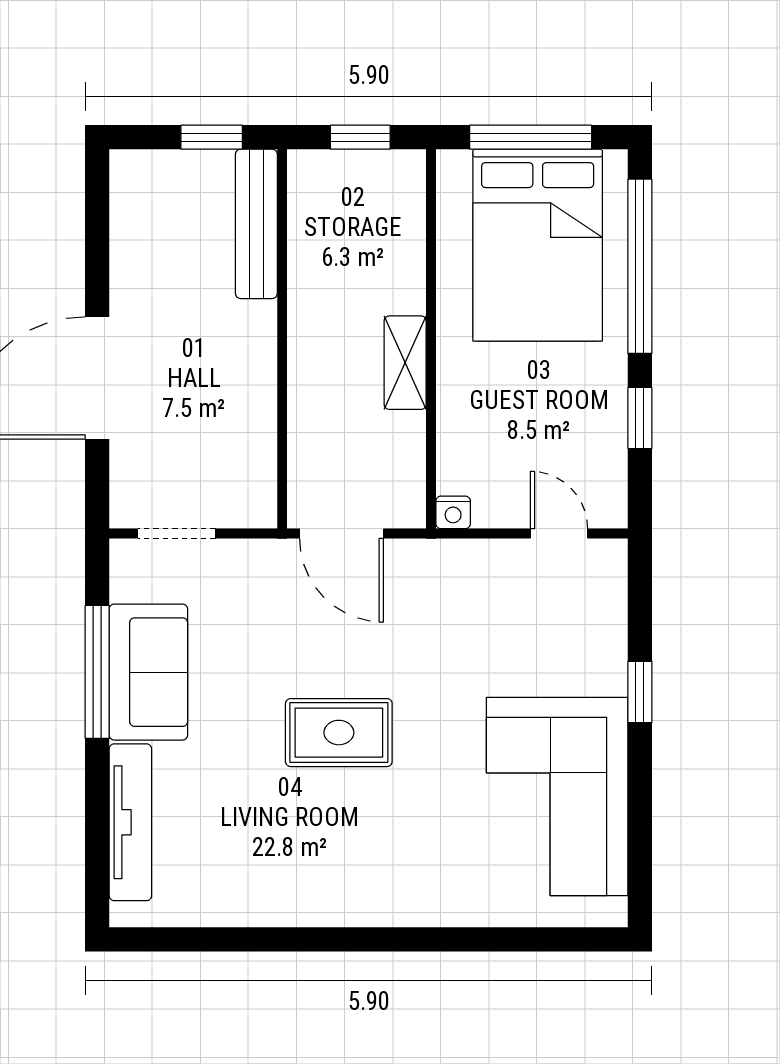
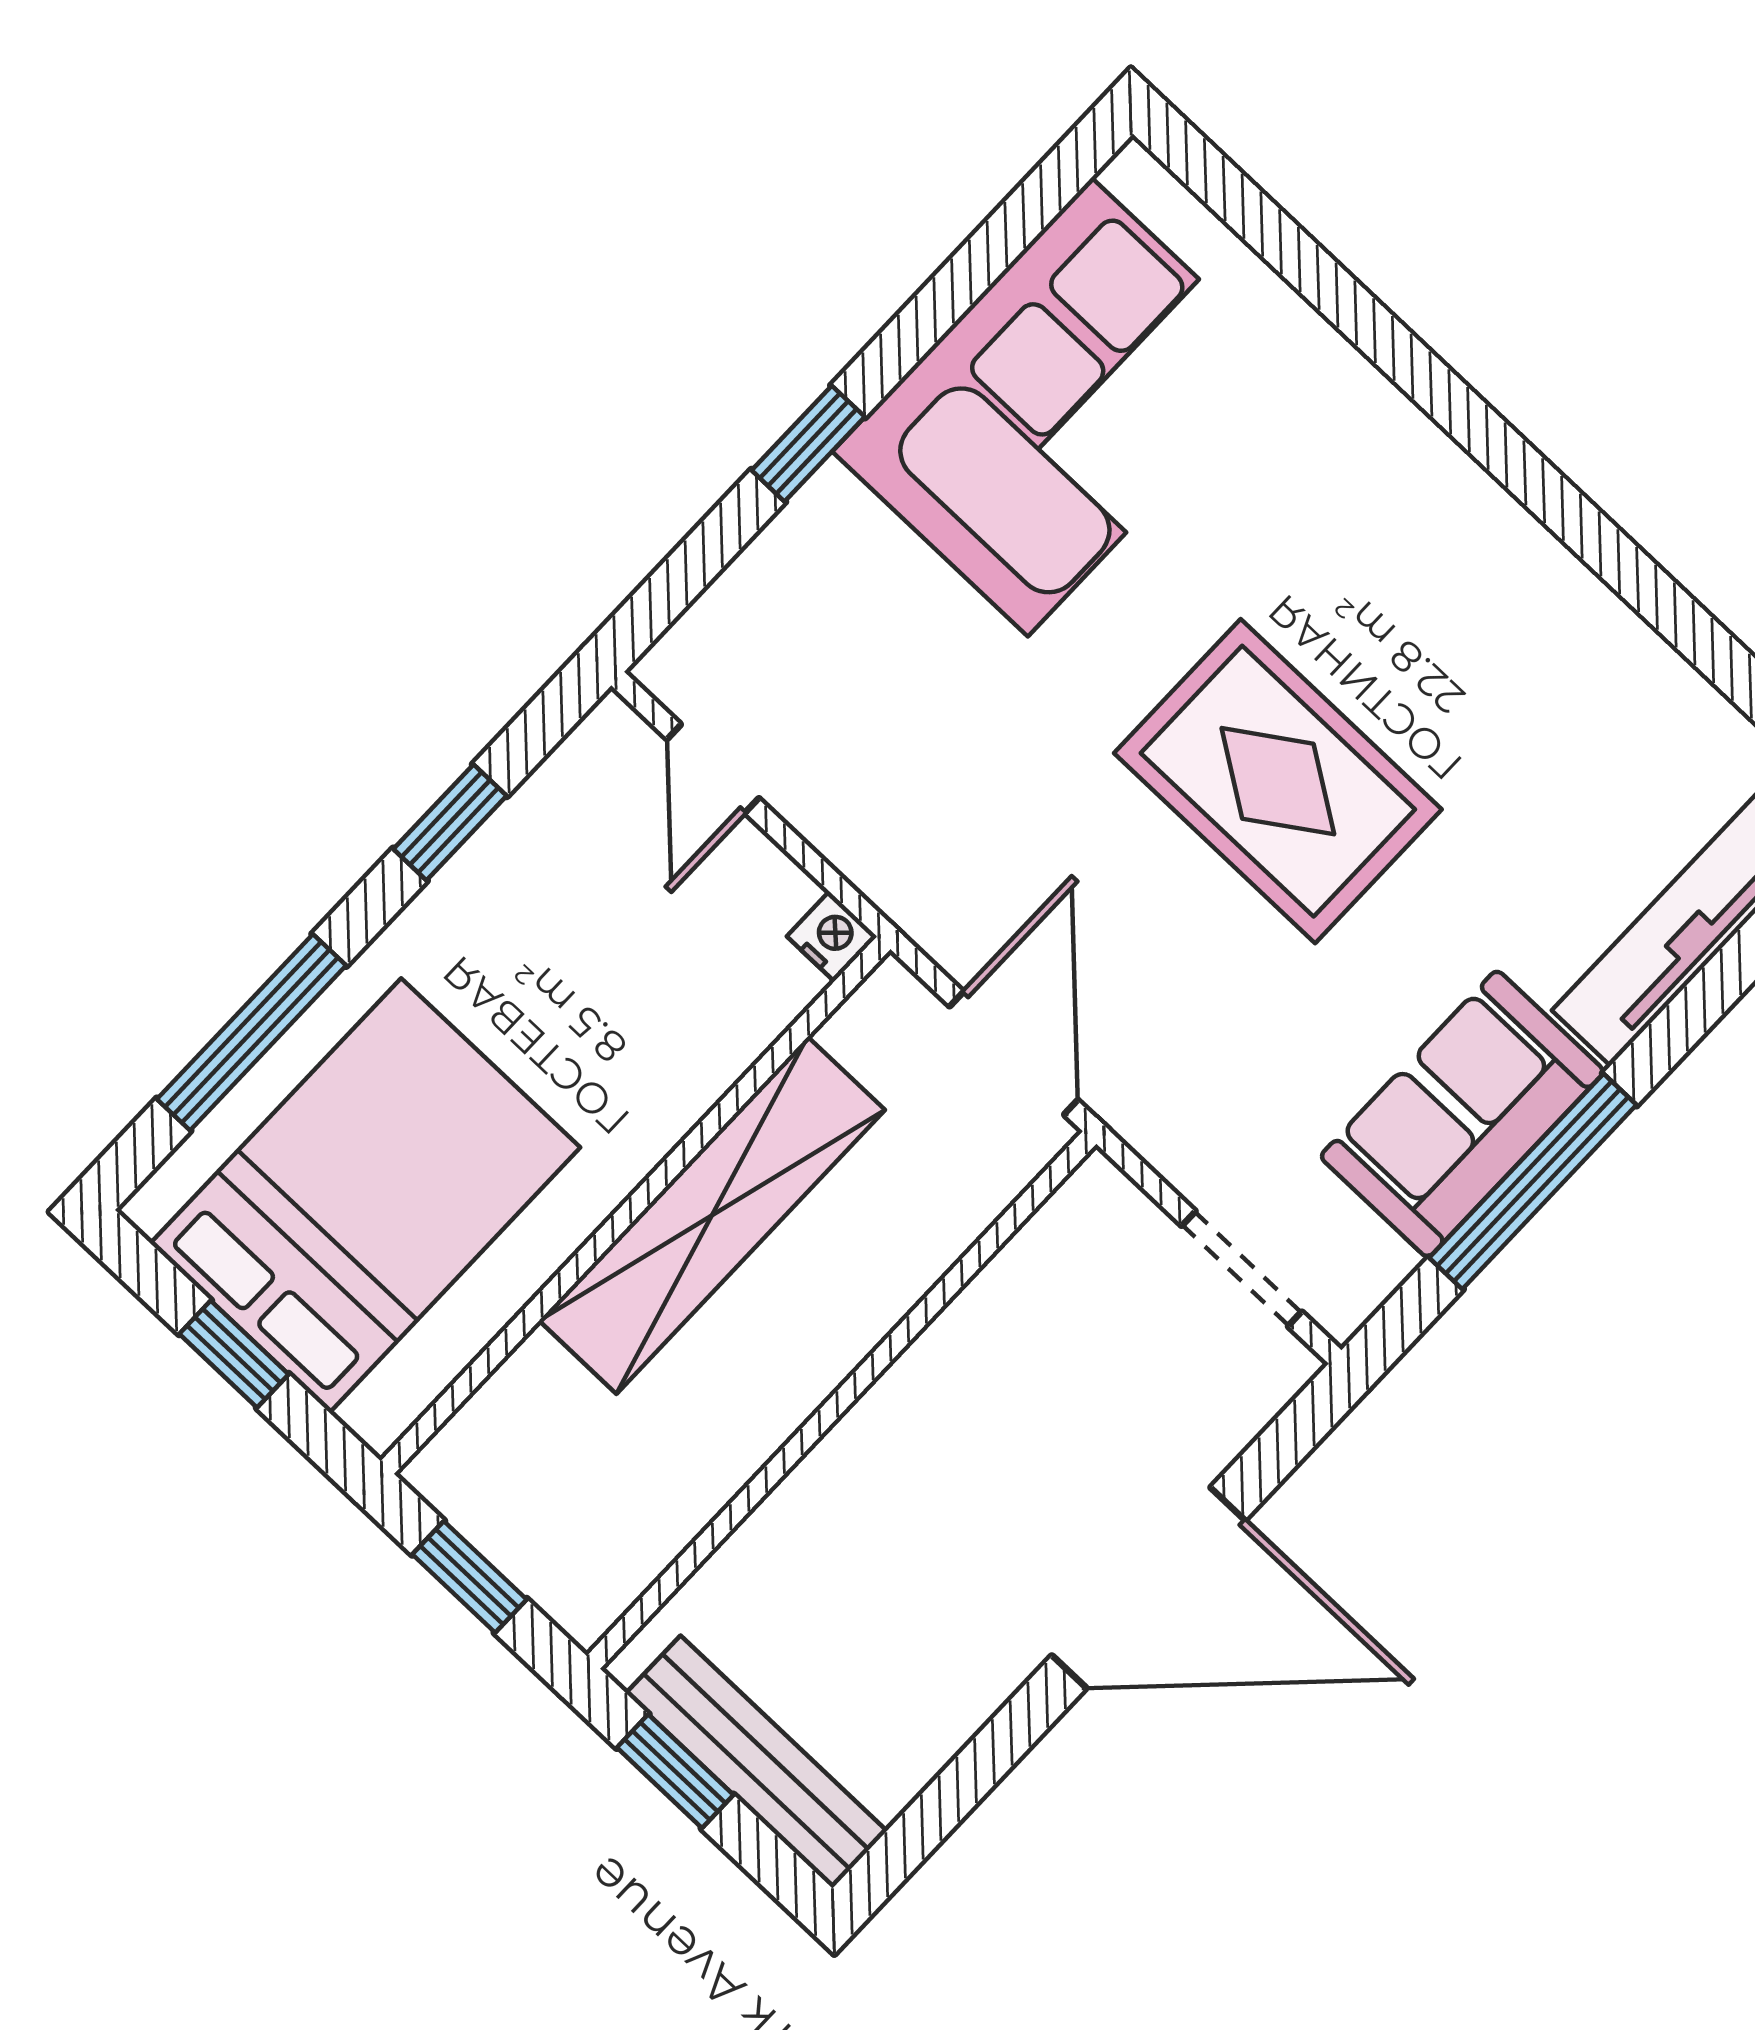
window: (531, 137) -> (234, 1354), width x0.46
bench: (256, 224) -> (757, 1762), moved, turned 90
window: (640, 266) -> (251, 1032), width x0.68
shelving: (405, 363) -> (712, 1215), width x2.20, depth x1.33
rug: (339, 733) -> (1278, 781), width x1.36, depth x1.43

